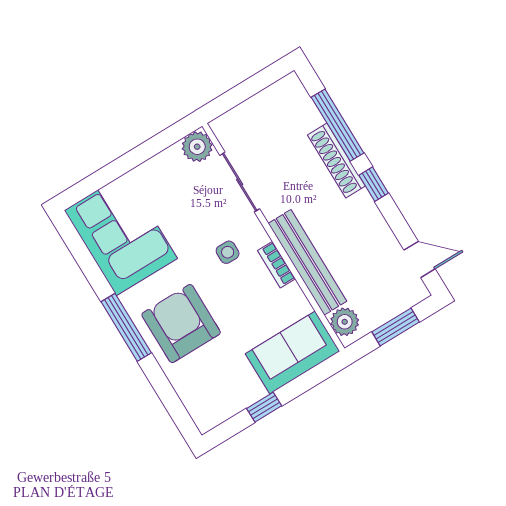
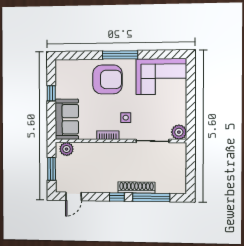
bench: (307, 262) -> (101, 149), removed

